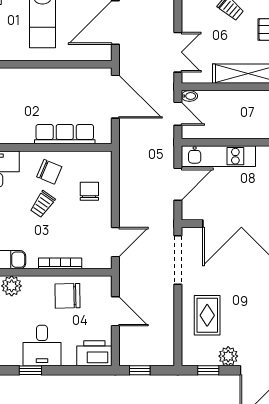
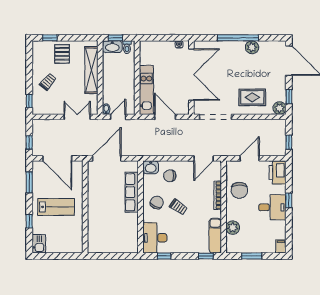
washbasin: (102, 163) -> (151, 167), added
door: (115, 242) -> (204, 158), swing flipped
plant: (228, 356) -> (280, 108), moved
window: (30, 370) -> (289, 200), moved

